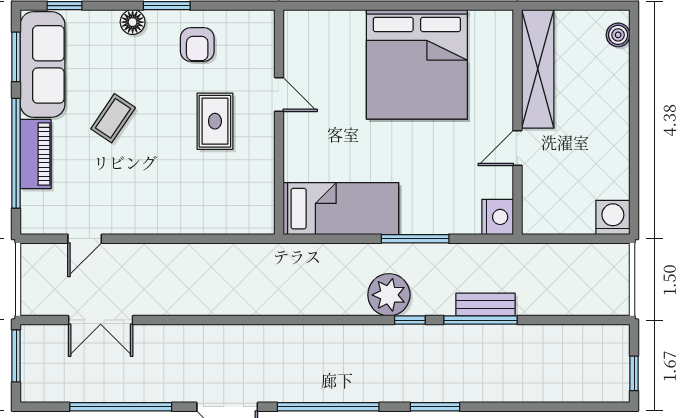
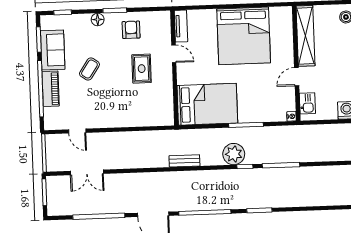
tv unit: (295, 41) -> (181, 26), added
armchair: (197, 44) -> (131, 30), turned 180
sofa: (43, 64) -> (53, 50), width x0.73
kitchen sink: (536, 201) -> (307, 103), added
bed: (341, 209) -> (207, 104), width x1.50
nightstand: (498, 217) -> (292, 116), width x0.53, depth x0.56
door: (85, 239) -> (77, 131), hinge flipped
bench: (485, 305) -> (184, 161), moved

